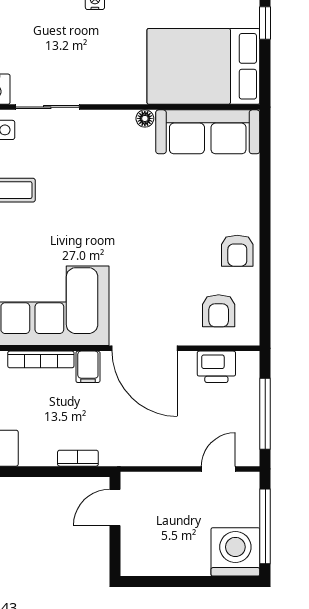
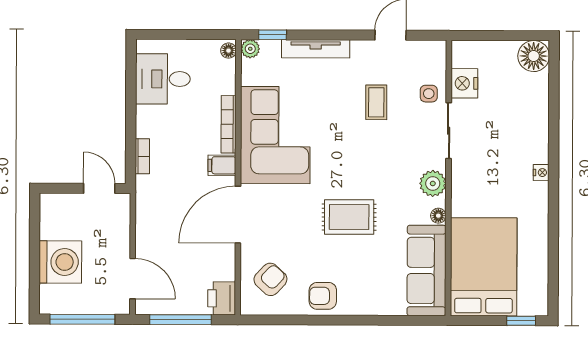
plant: (108, 125) -> (433, 183), added
rug: (147, 221) -> (349, 217), added
armchair: (219, 311) -> (270, 279), turned 133
printer: (216, 367) -> (222, 298), moved
door: (218, 469) -> (133, 279), width x1.38
washing machine: (235, 552) -> (60, 262), moved

